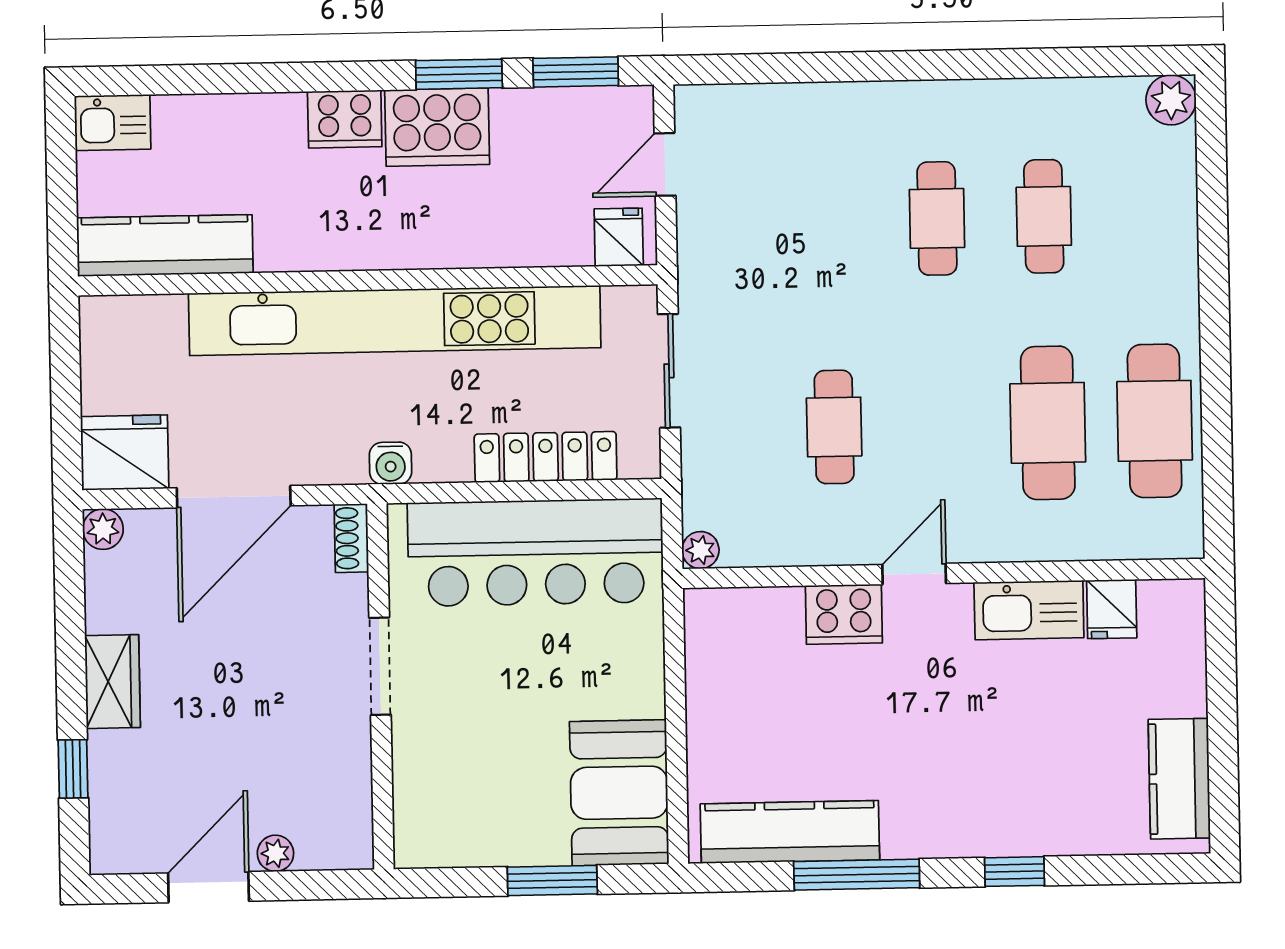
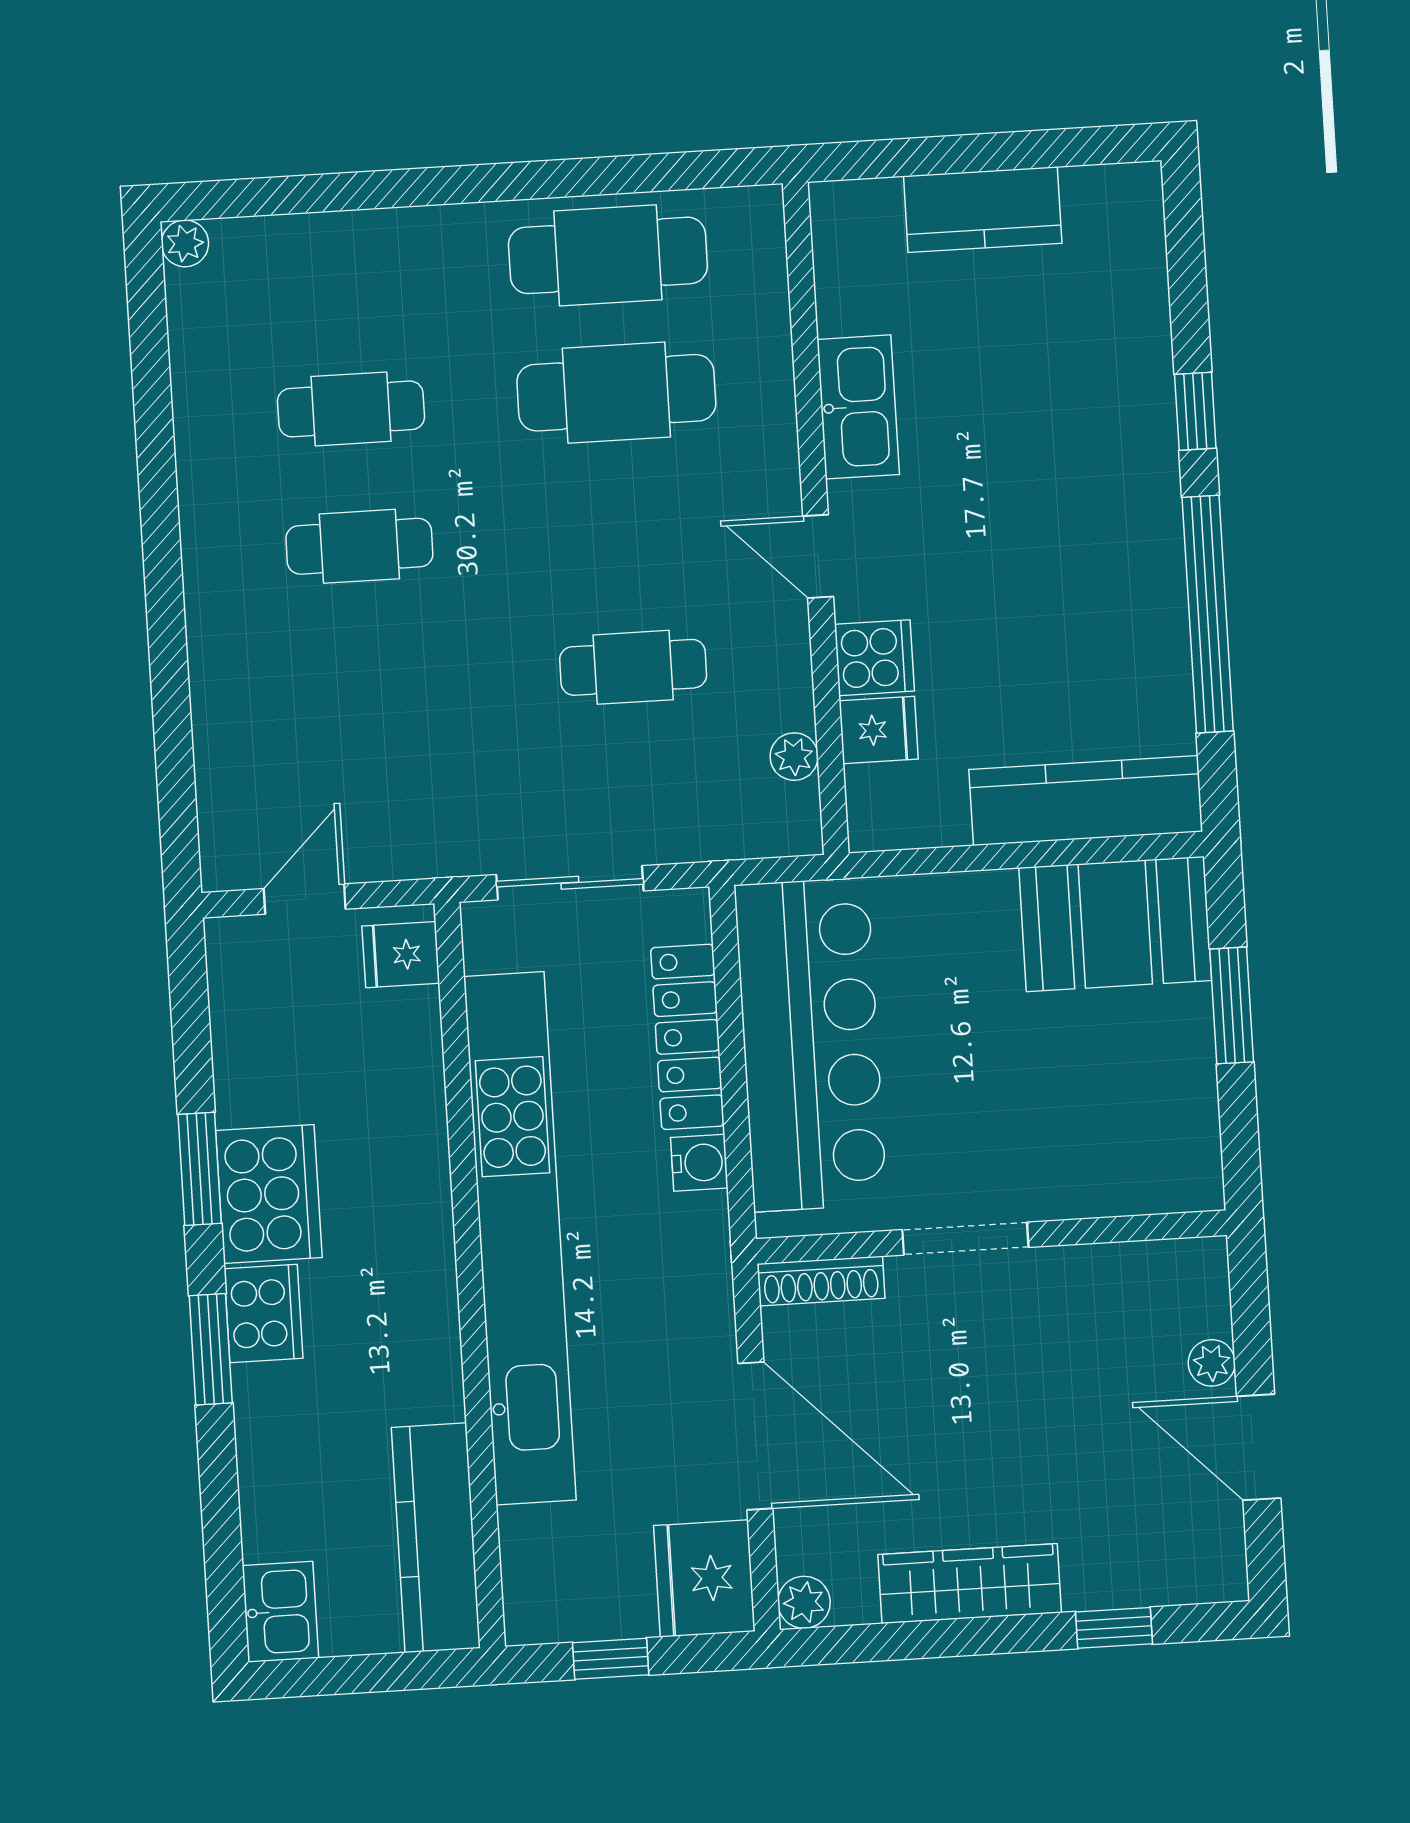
window: (576, 72) -> (211, 1349), moved
plant: (1171, 100) -> (185, 243), width x0.73, depth x0.73
door: (665, 164) -> (305, 899), swing flipped
window: (65, 377) -> (611, 1659), added
water cooler: (391, 463) -> (699, 1163), moved
shoe rack: (351, 538) -> (821, 1281), width x1.43
plant: (700, 550) -> (794, 757), moved
fridge: (1112, 609) -> (879, 730), moved
cooker: (844, 614) -> (874, 658), width x0.73
wardrobe: (112, 682) -> (970, 1584), width x1.50
kitchen counter: (1179, 779) -> (983, 210), moved
kitchen counter: (790, 832) -> (1086, 801), moved, turned 90
window: (857, 875) -> (1208, 614), width x1.46

